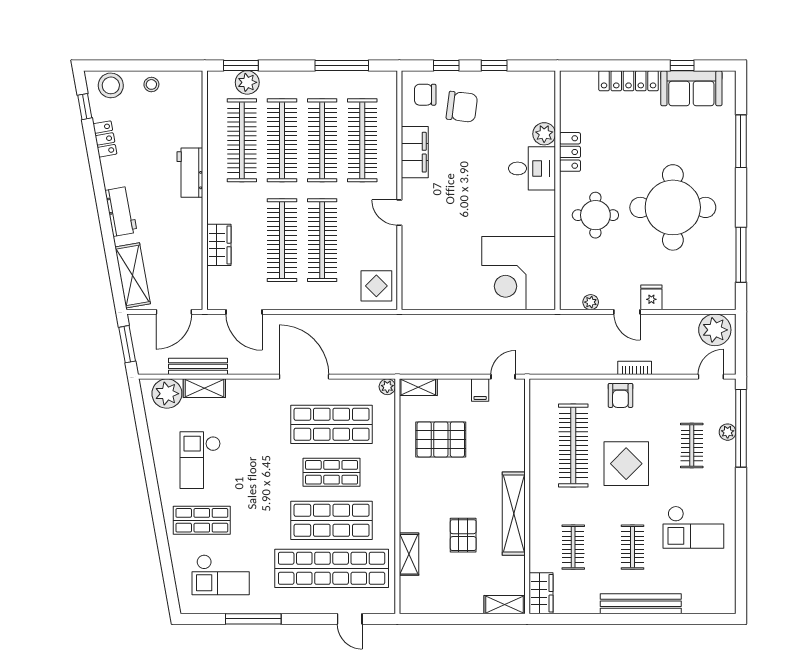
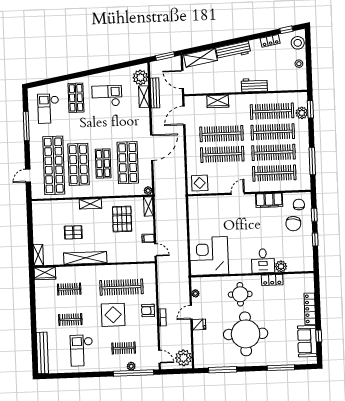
workbench: (121, 211) -> (233, 50), width x1.38
shelving: (409, 554) -> (90, 204), moved
bench: (641, 604) -> (42, 353), moved

